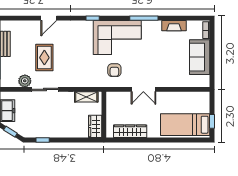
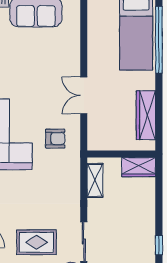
double door: (143, 89) -> (84, 95), swing flipped
window: (181, 140) -> (159, 40), added

